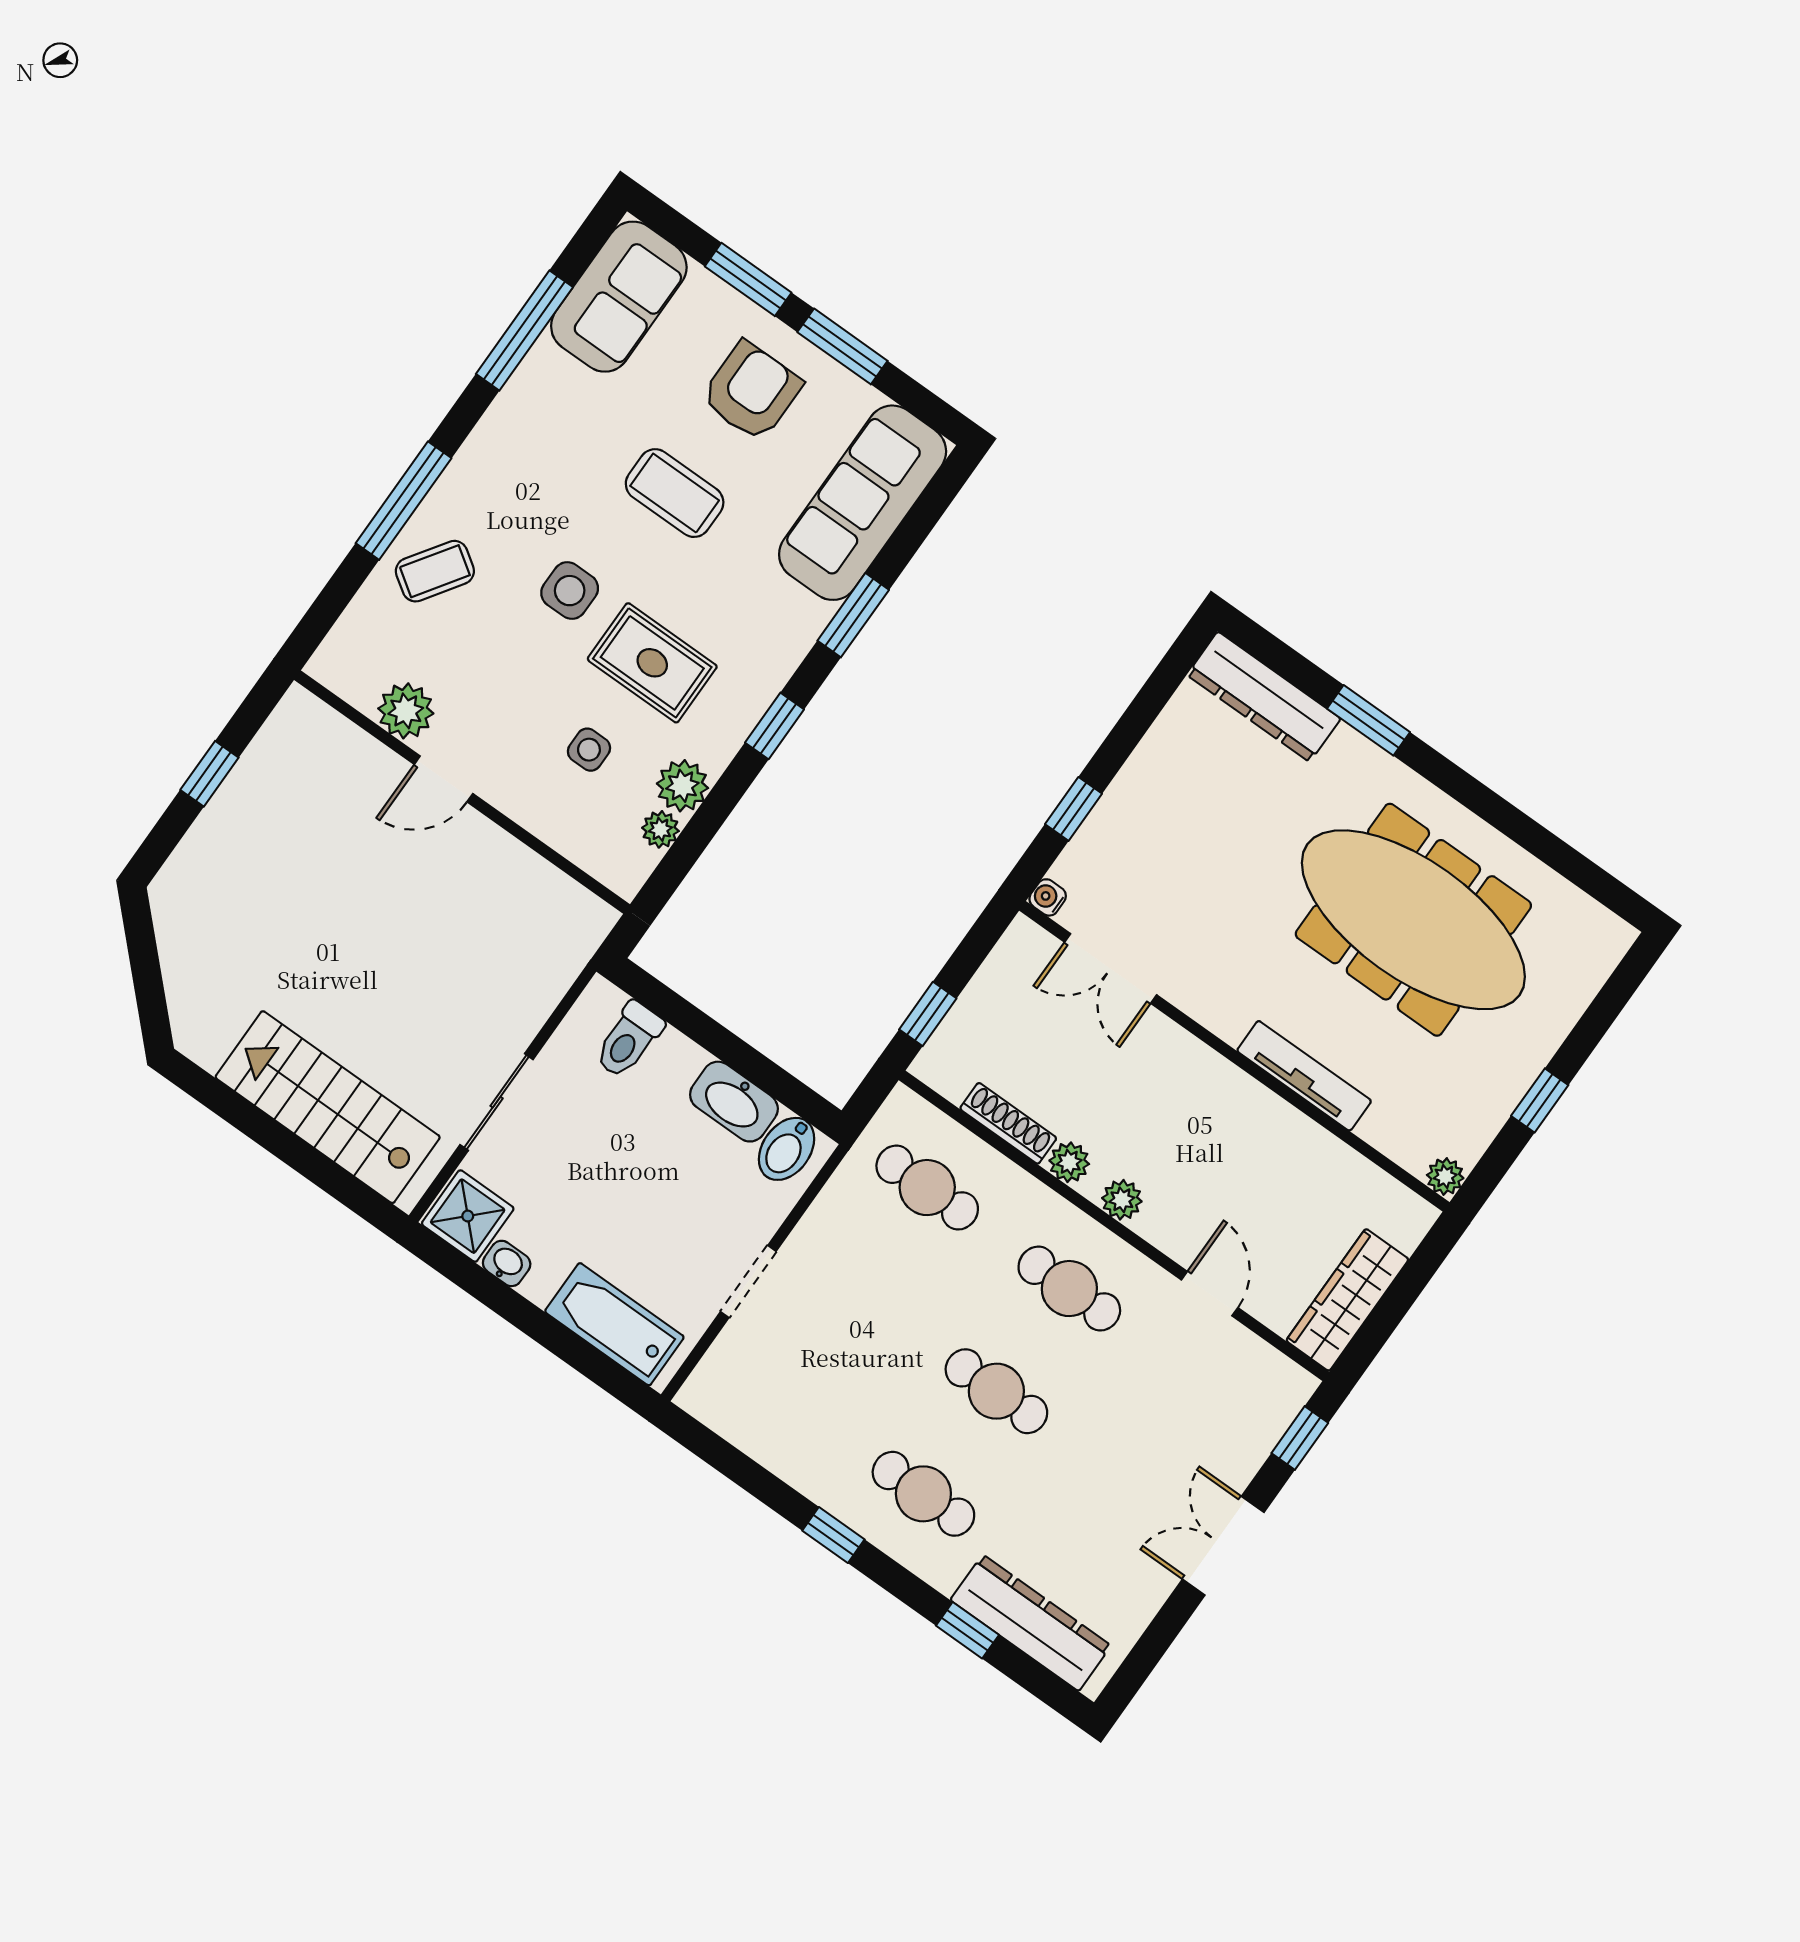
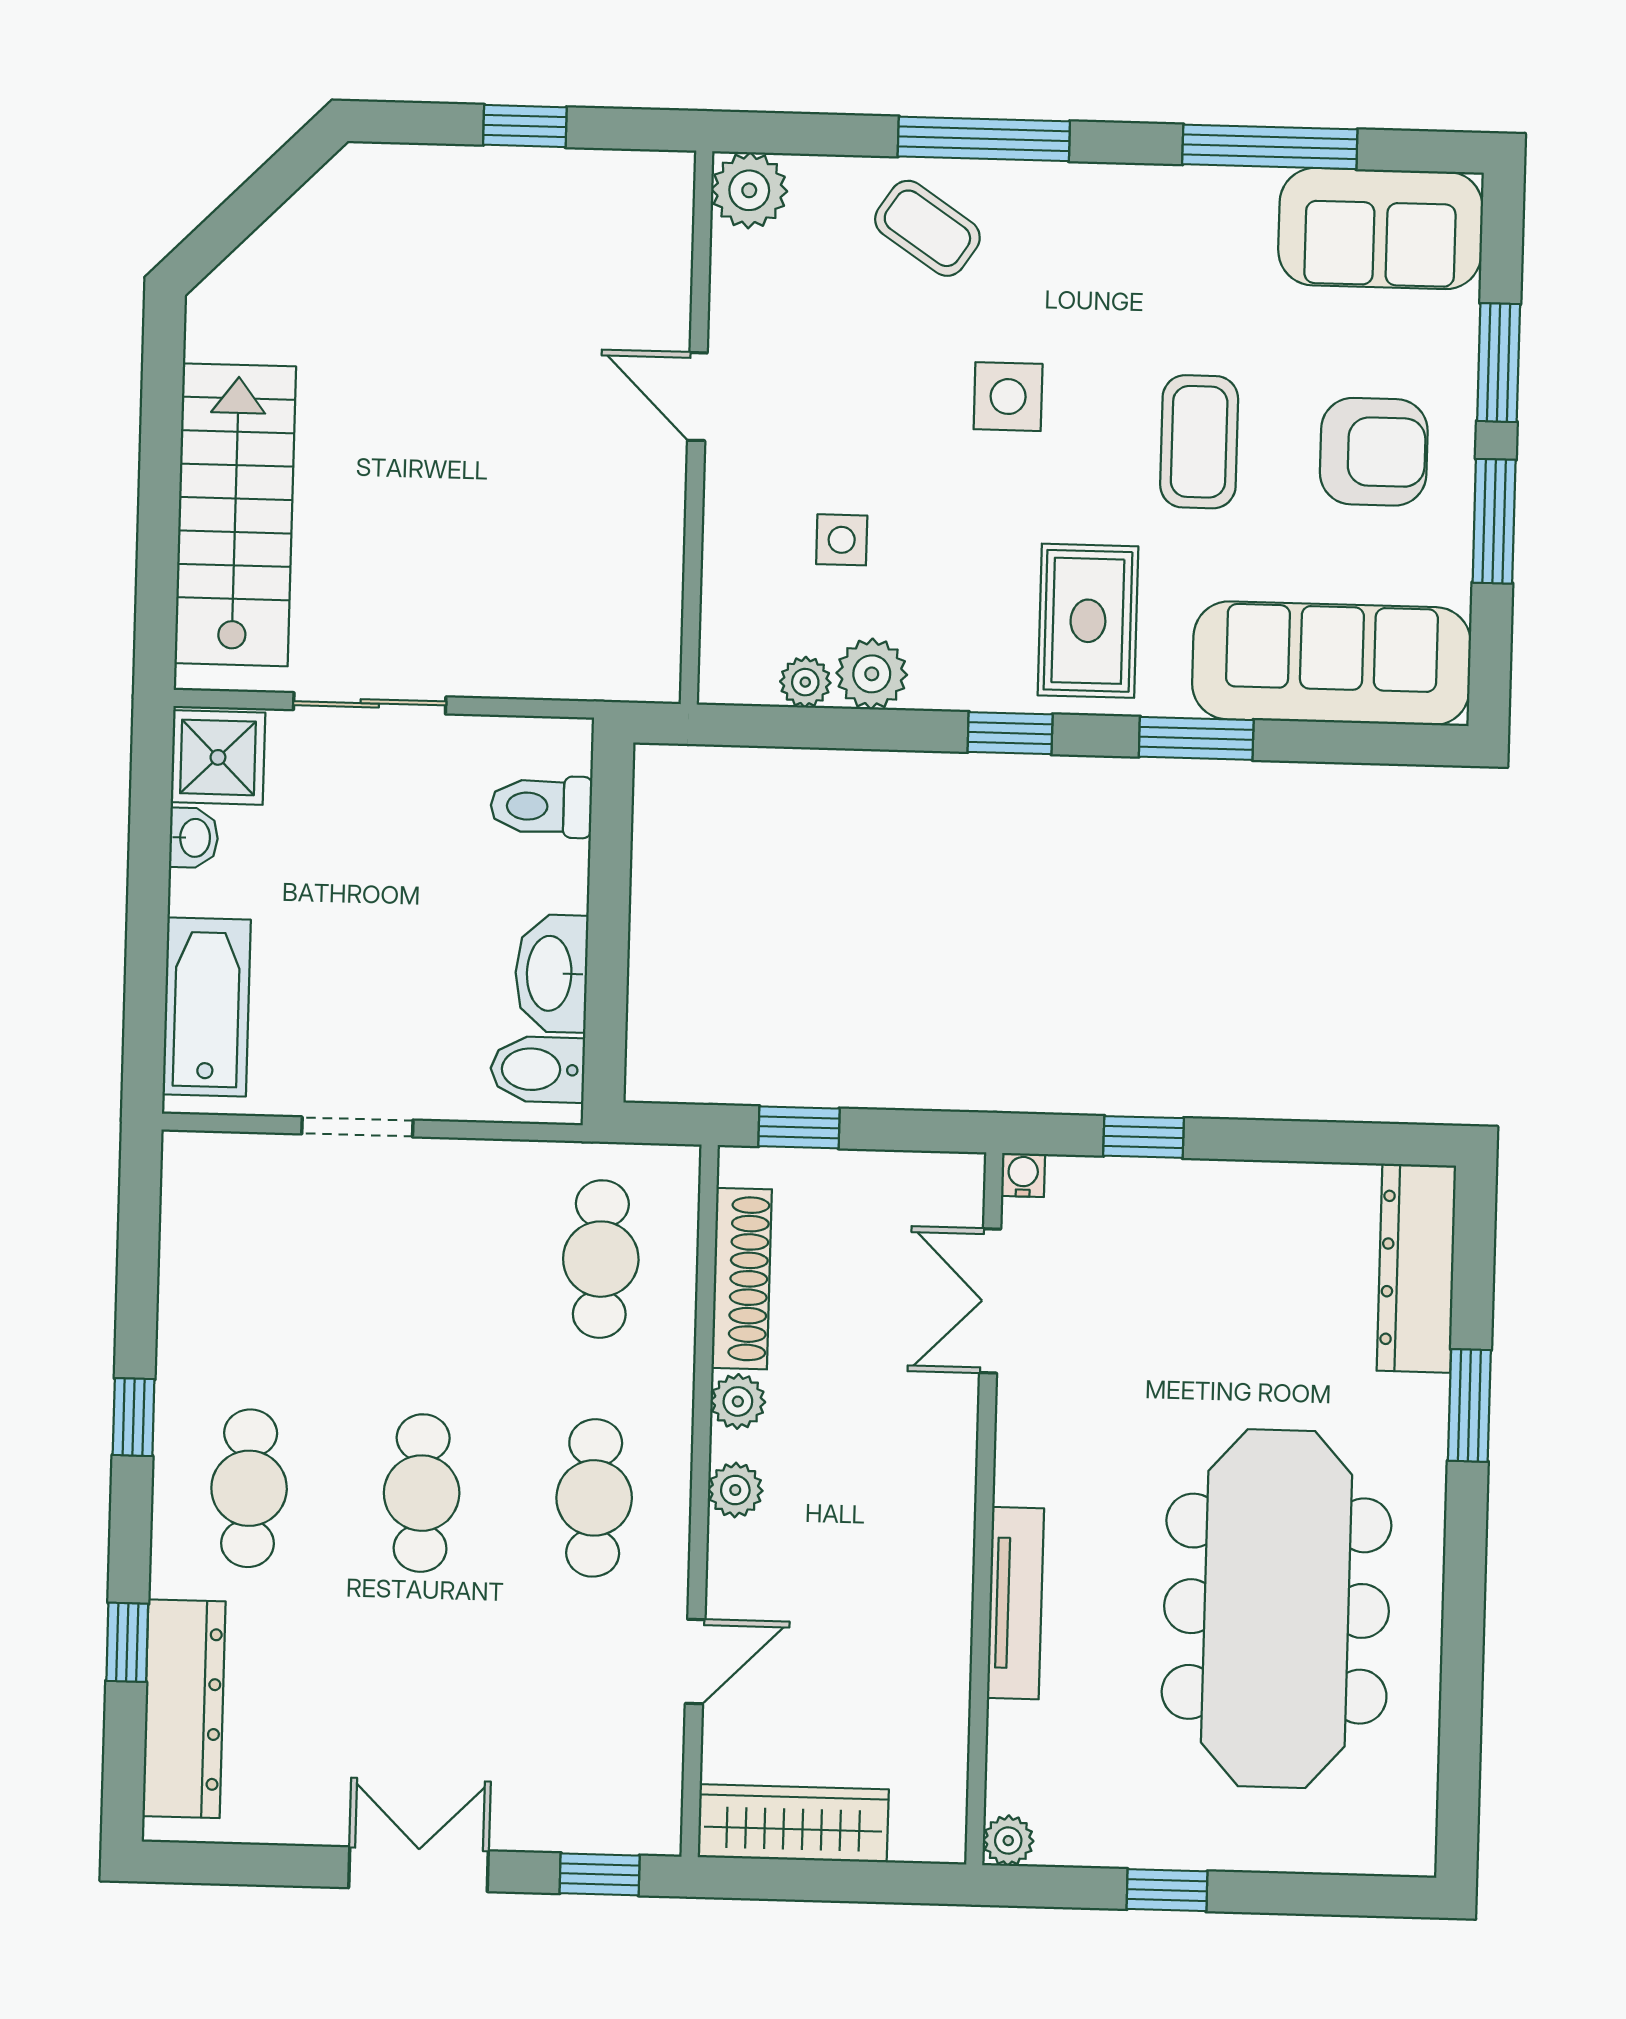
rug: (652, 663) -> (1088, 621), moved
plant: (406, 711) -> (749, 190), moved
shoe rack: (1008, 1123) -> (742, 1279), width x1.36, depth x1.24

